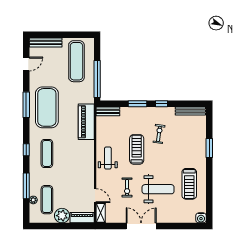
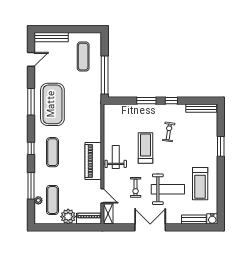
exercise mat: (76, 61) -> (83, 57), width x0.73, depth x0.69
bench: (108, 111) -> (194, 220), moved
piano: (86, 122) -> (93, 161), moved

